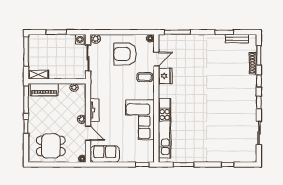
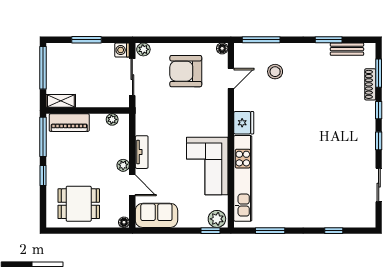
stool: (187, 54) -> (275, 72), added
fridge: (165, 76) -> (244, 123), moved
coffee table: (145, 77) -> (214, 105), removed
plant: (147, 156) -> (217, 219), added

